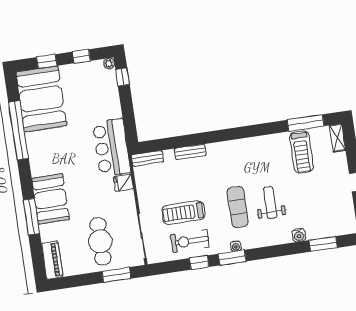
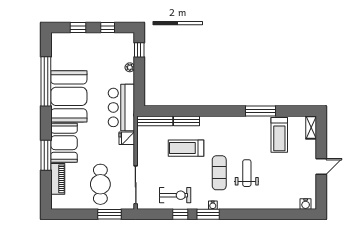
plant: (109, 64) -> (130, 67), moved
booth: (41, 99) -> (69, 96), moved
window: (306, 123) -> (260, 111), moved
bench: (147, 158) -> (155, 121), width x1.36
treadmill: (183, 213) -> (186, 148), moved
water cooler: (299, 235) -> (306, 204), moved
exercise bike: (190, 241) -> (175, 195), turned 180
window: (323, 244) -> (286, 214), removed
piano: (52, 260) -> (58, 179), moved

